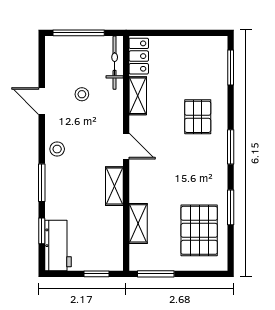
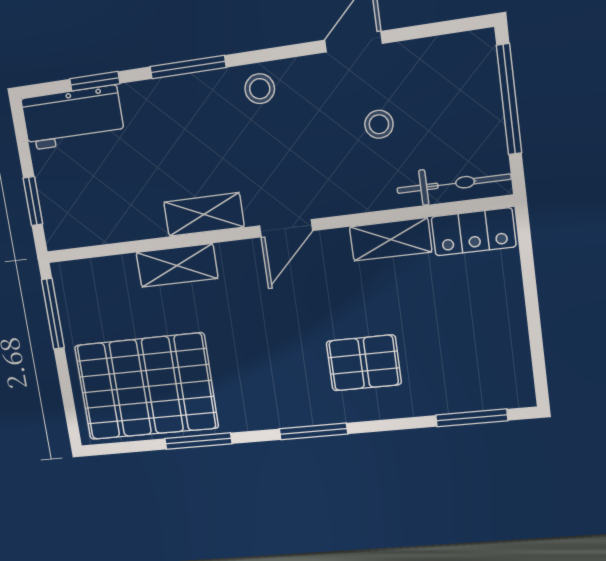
shelving: (138, 223) -> (177, 265), moved
pallet: (199, 230) -> (146, 387), width x1.37, depth x1.41

